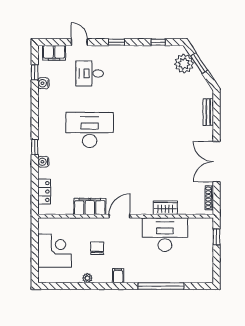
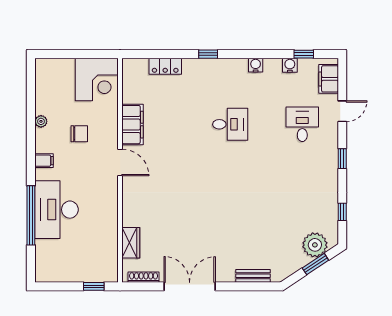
desk: (90, 130) -> (230, 124), width x0.53, depth x0.77
water cooler: (43, 162) -> (256, 65), moved
locker: (44, 192) -> (165, 66), moved
wardrobe: (165, 208) -> (131, 243), moved
desk: (165, 235) -> (56, 210), moved, turned 180
corner desk: (55, 251) -> (97, 79), moved

